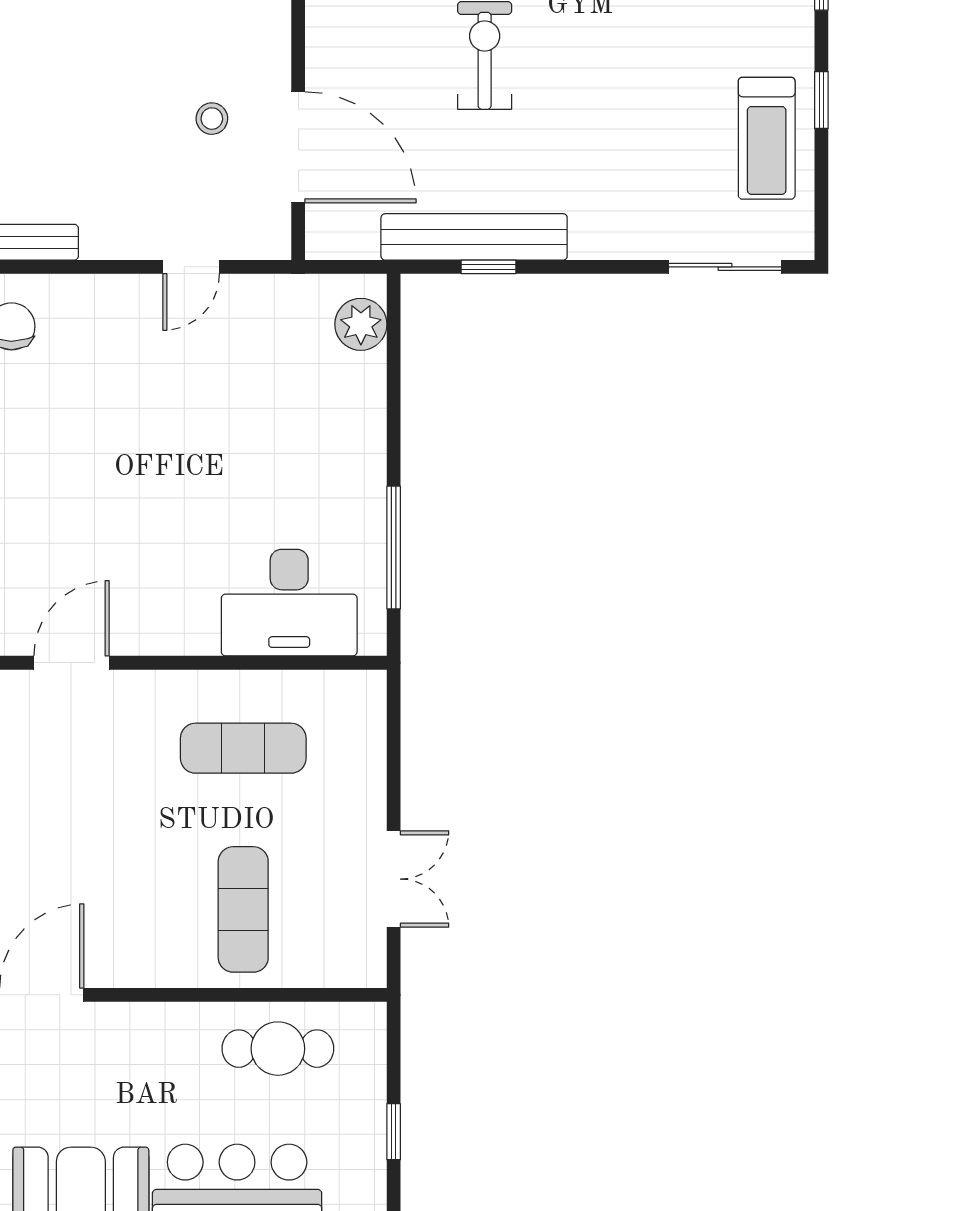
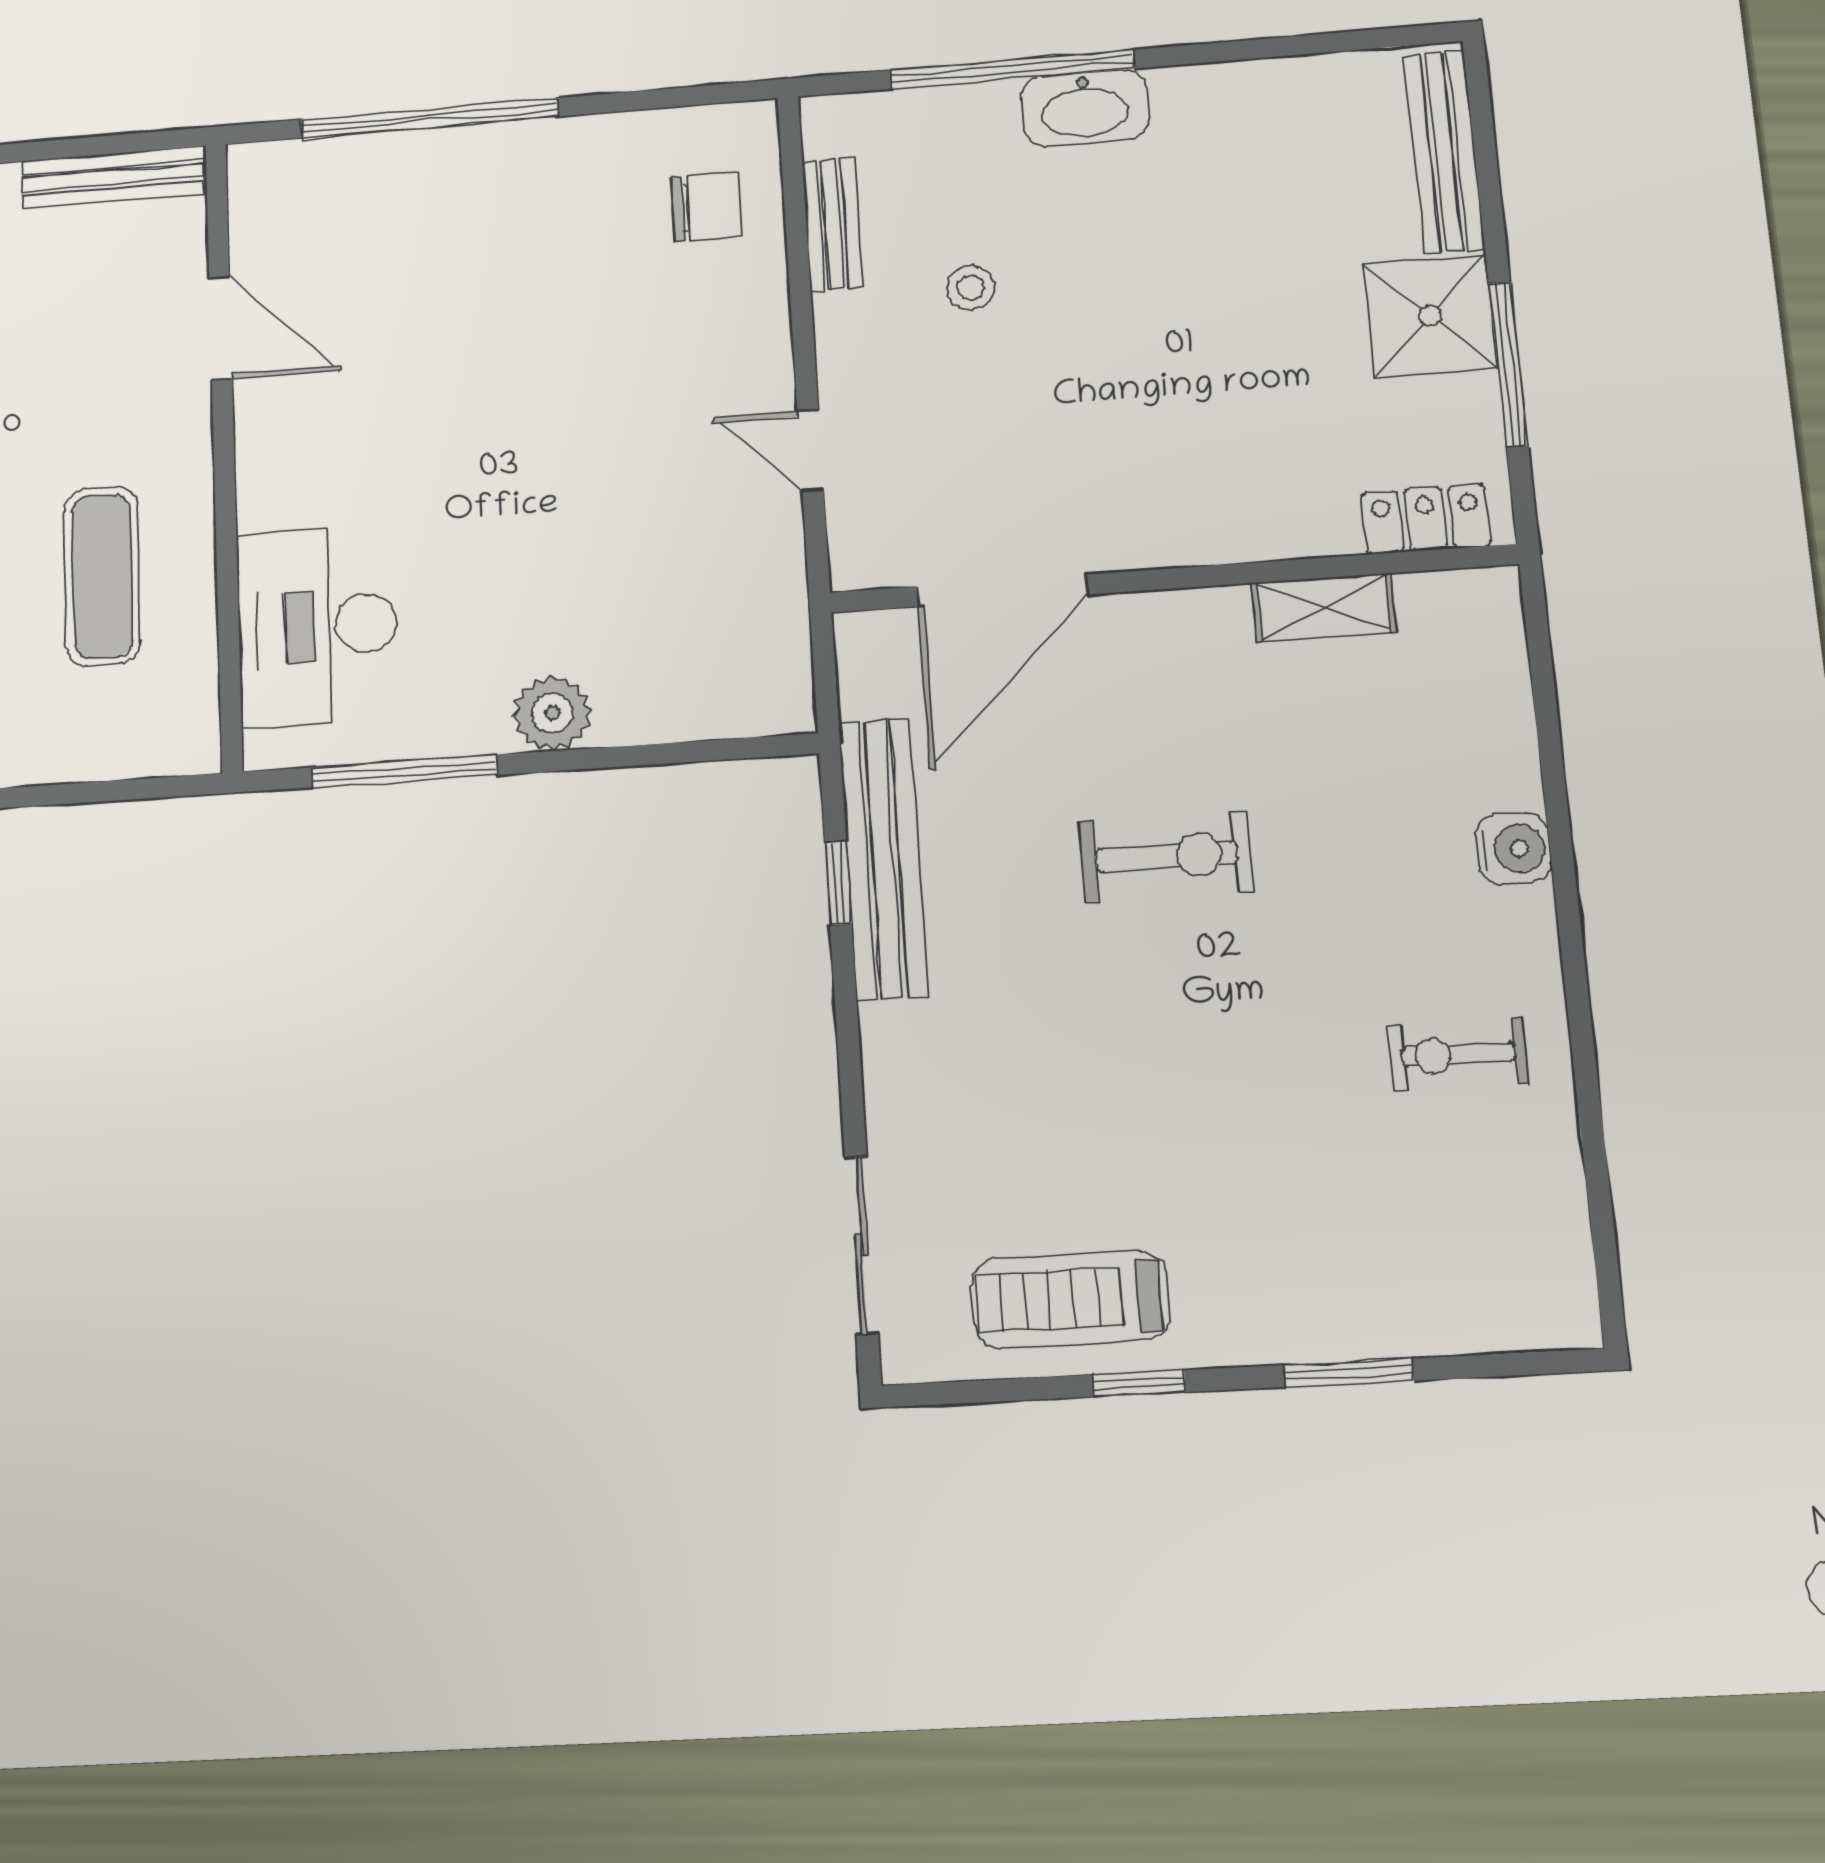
stool: (212, 119) -> (971, 288), moved
plant: (361, 324) -> (552, 713), moved

